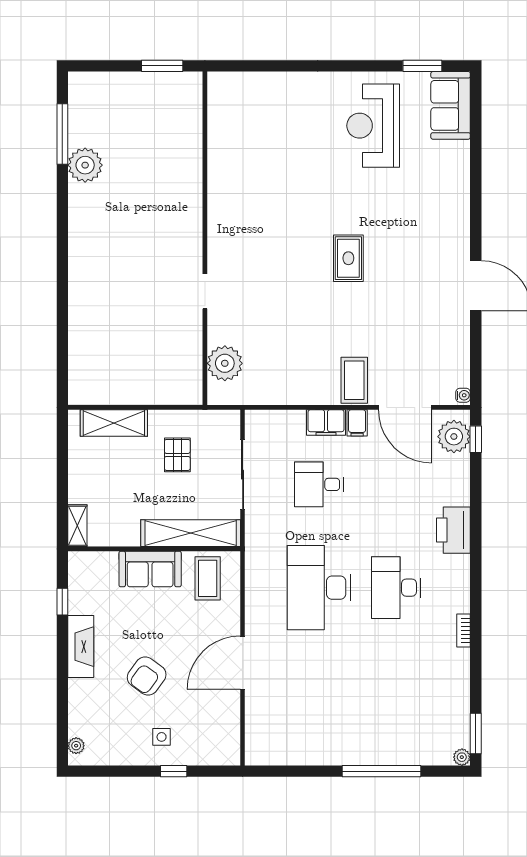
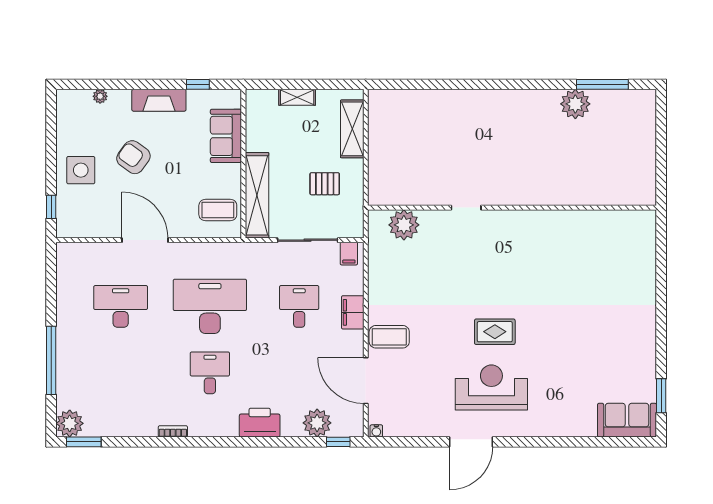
window: (162, 66) -> (661, 171), removed
reception desk: (373, 126) -> (491, 388), moved
door: (405, 407) -> (366, 381), hinge flipped
filing cabinet: (357, 423) -> (349, 254), moved, turned -90
plant: (454, 437) -> (317, 423), moved
shelving: (77, 526) -> (297, 97), moved
sofa: (150, 569) -> (226, 136), moved
desk: (396, 588) -> (210, 373), width x0.73
desk: (319, 691) -> (121, 306), added
side table: (162, 737) -> (81, 170), width x1.87, depth x1.87
plant: (76, 746) -> (100, 96), moved
plant: (462, 757) -> (70, 423), width x1.88, depth x1.88
window: (174, 771) -> (51, 207), moved

